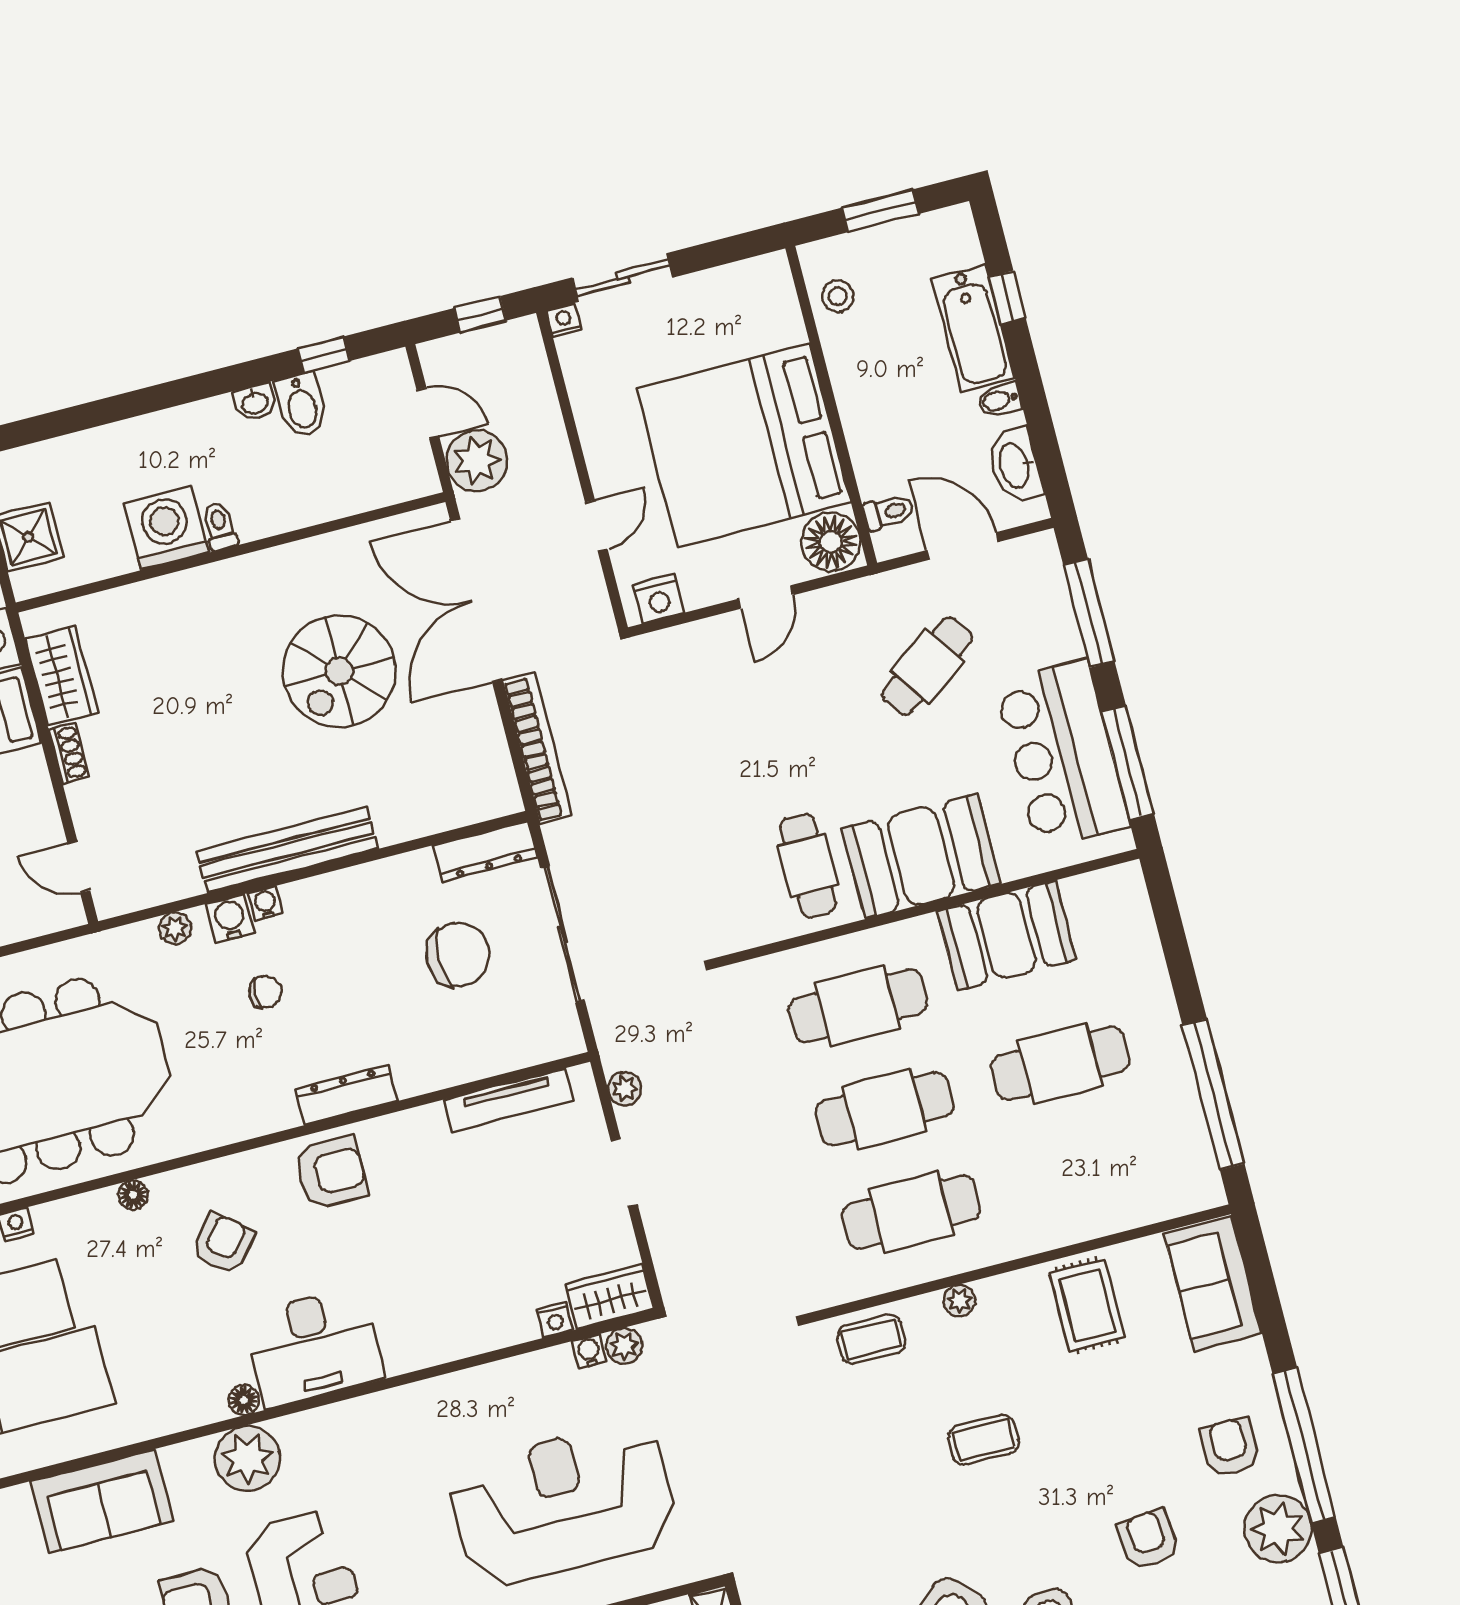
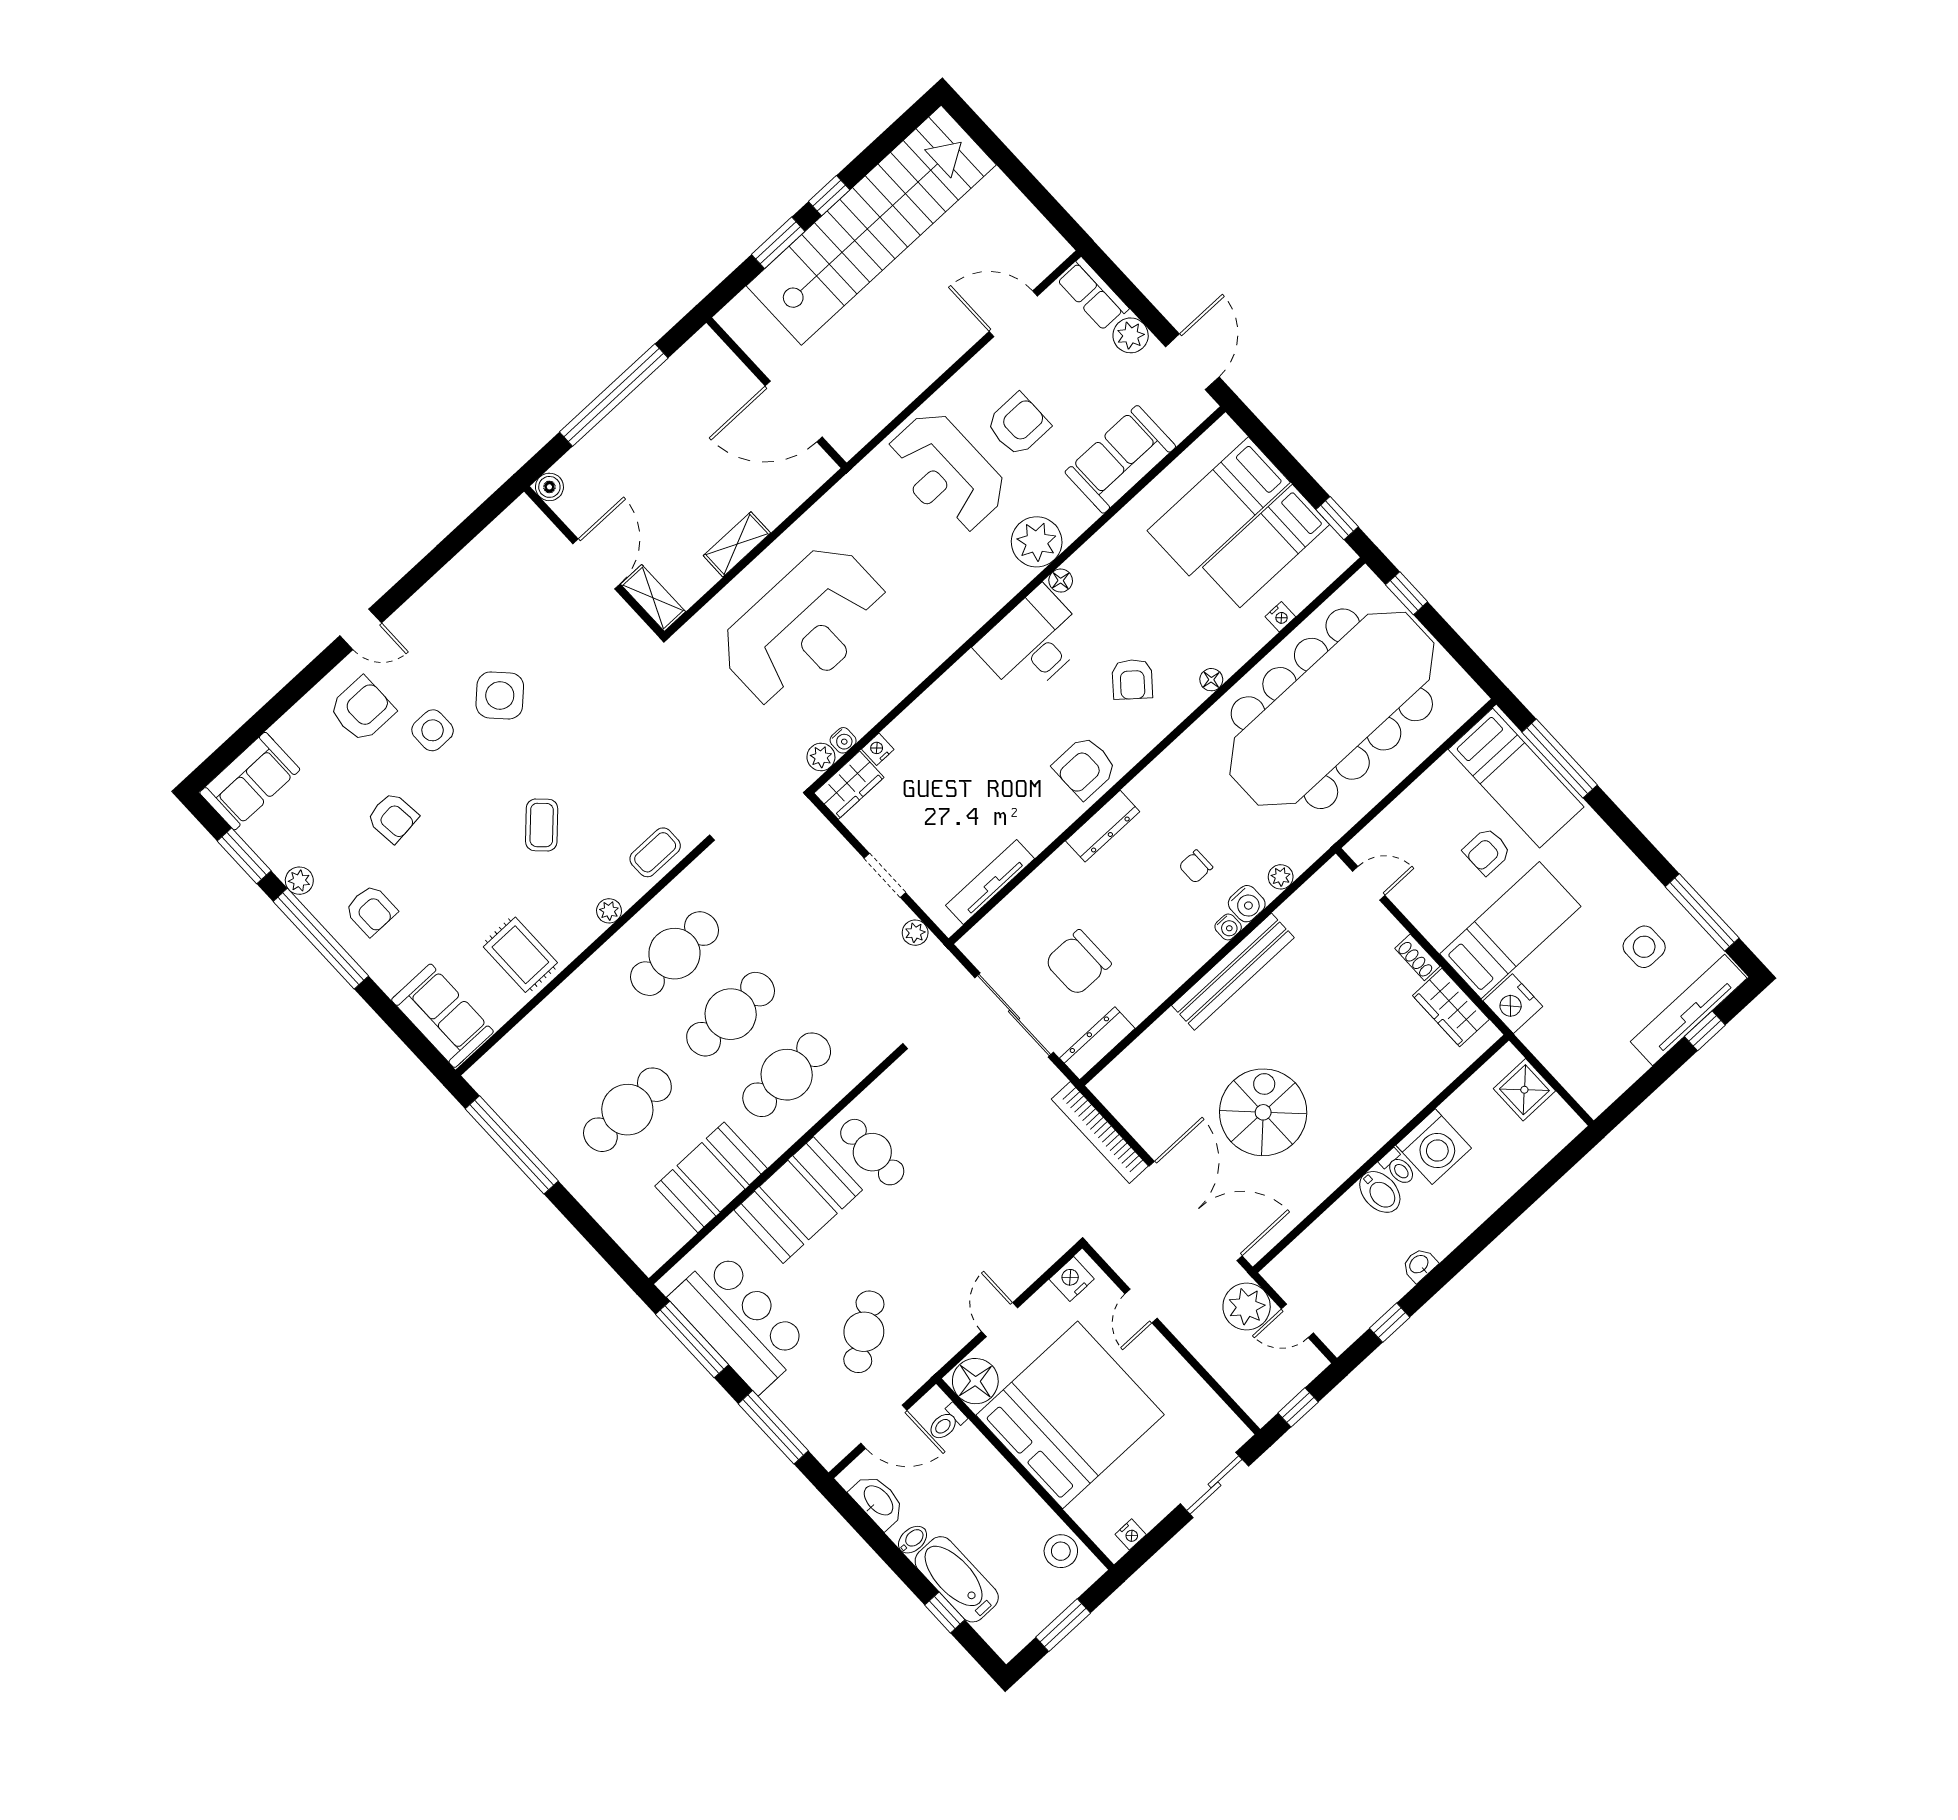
stool: (838, 296) -> (1061, 1551), width x1.37, depth x1.37
nightstand: (564, 320) -> (1131, 1534), moved
bidet: (301, 405) -> (1380, 1192), moved, turned 180
coffee table: (983, 1440) -> (542, 825), turned -46
plant: (1278, 1529) -> (299, 881), width x0.53, depth x0.53

